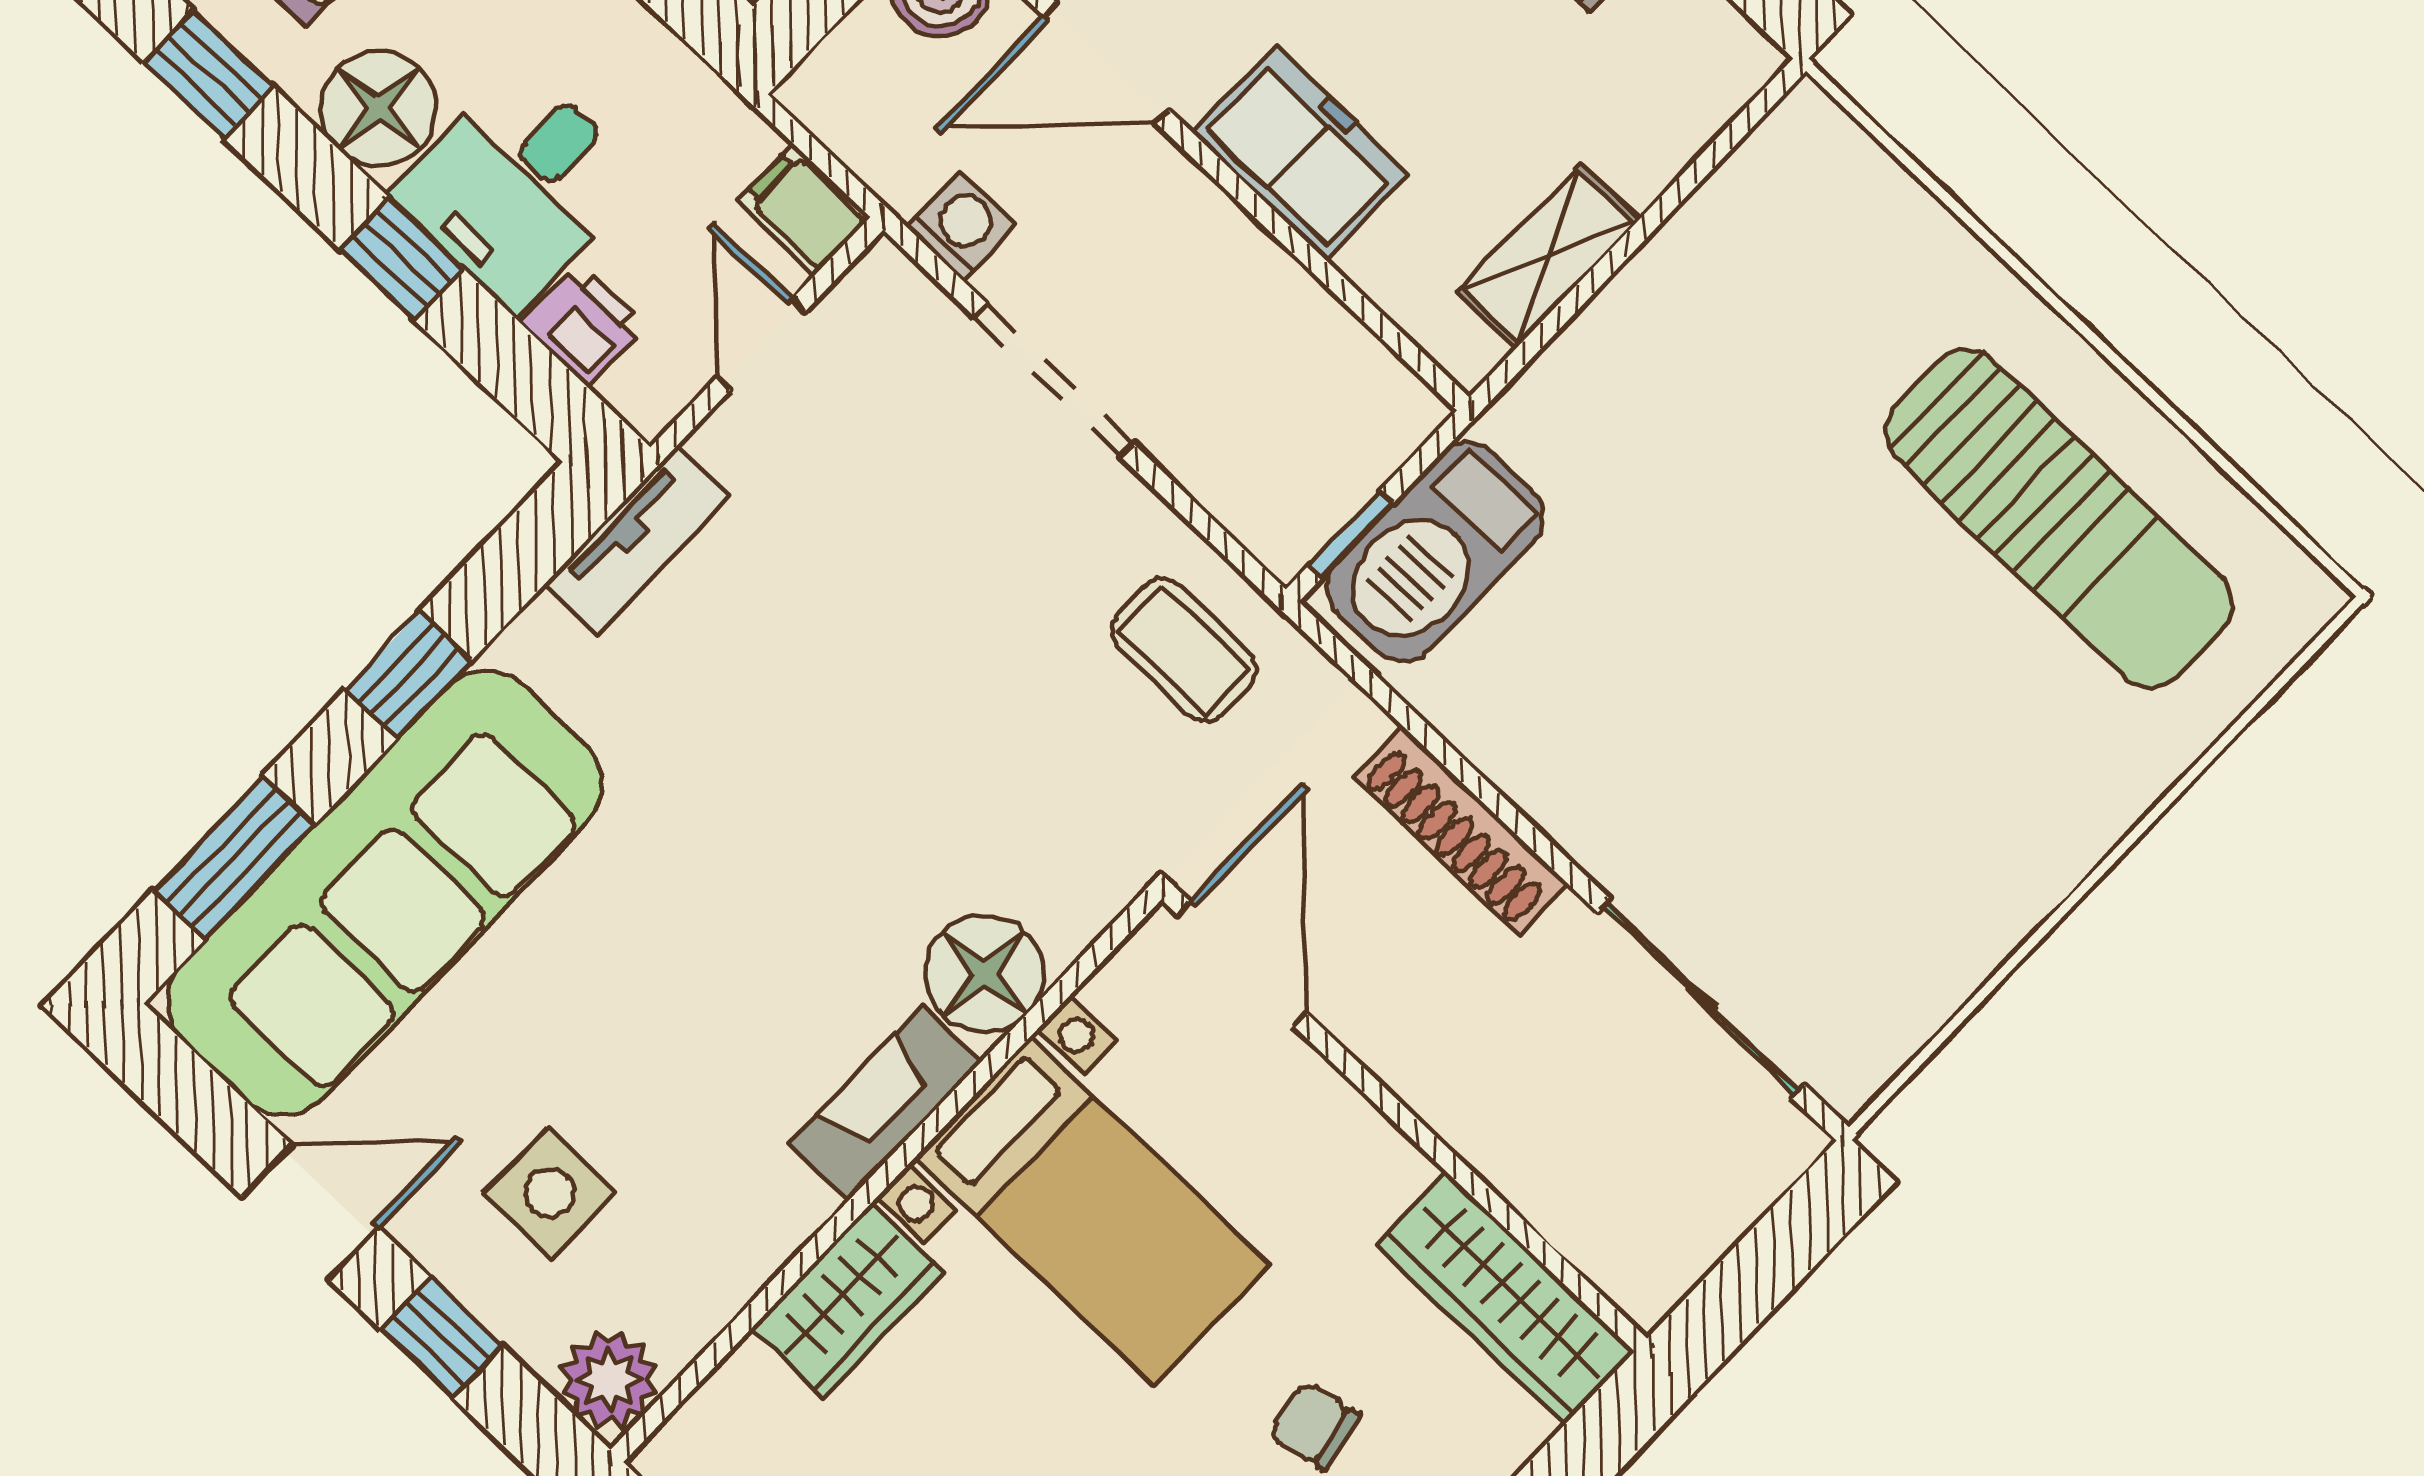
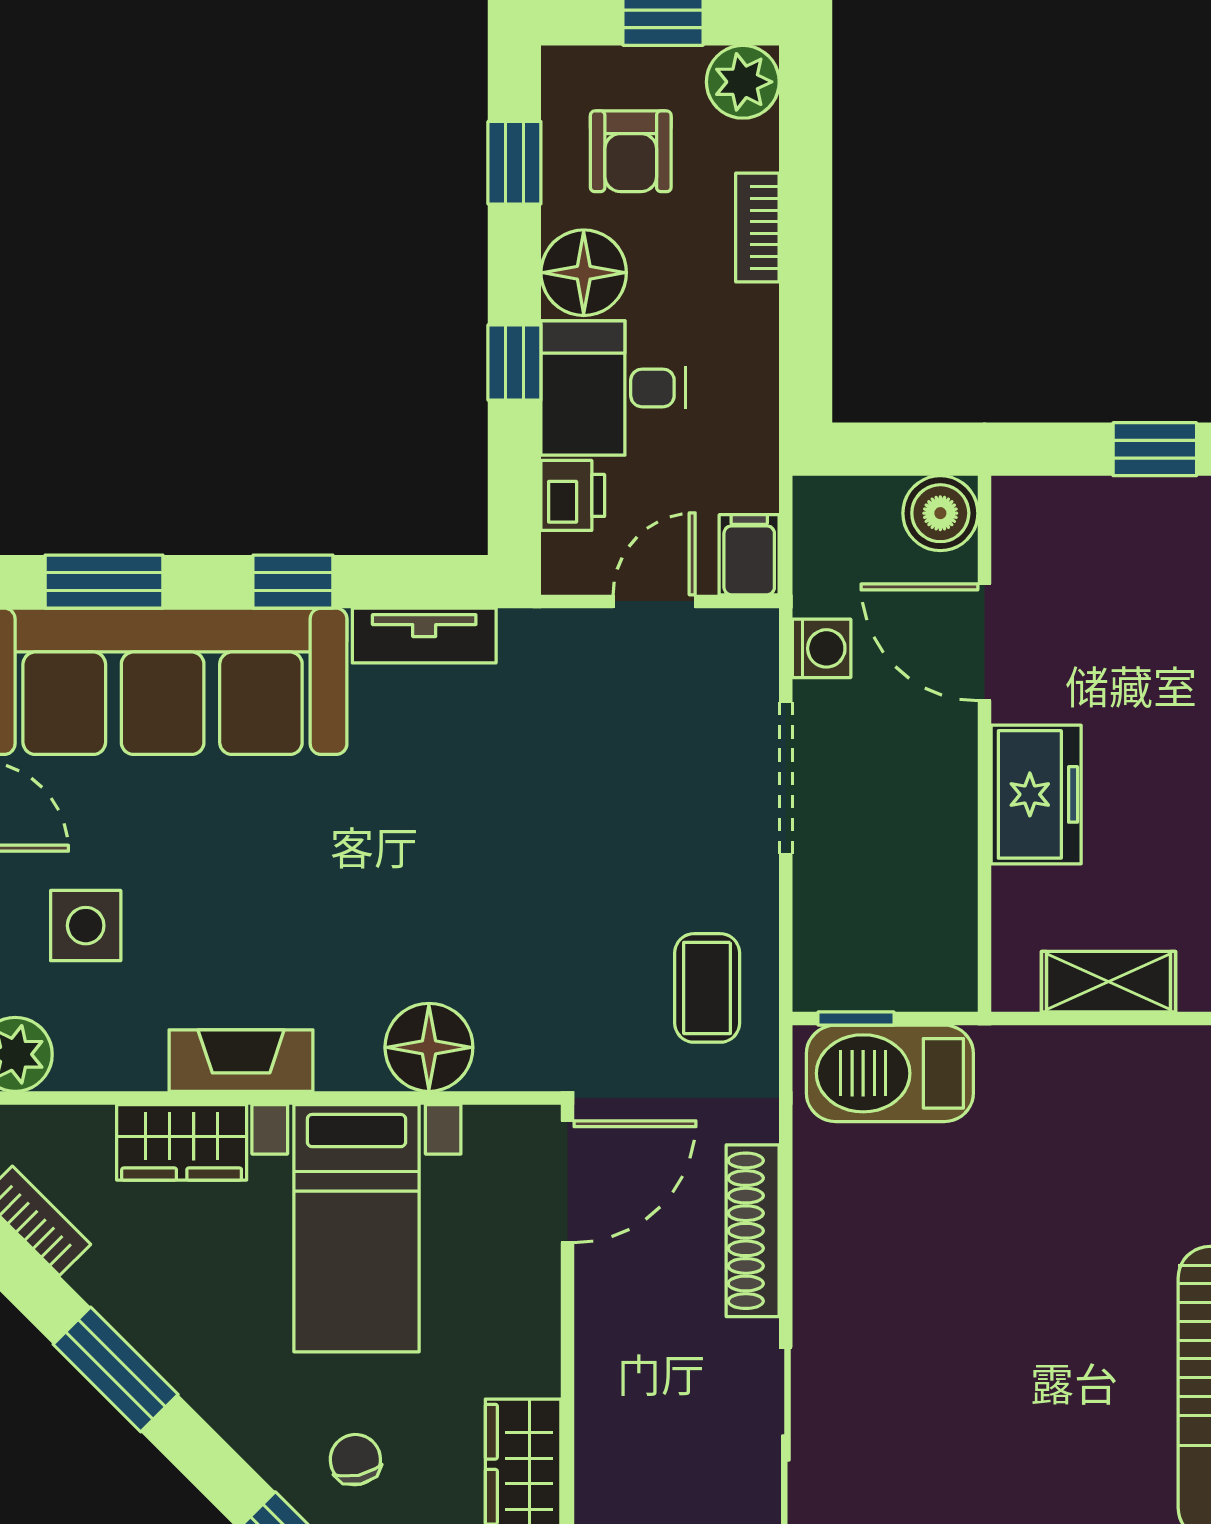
tv unit: (637, 540) -> (424, 636), moved
fireplace: (885, 1103) -> (241, 1061), moved

